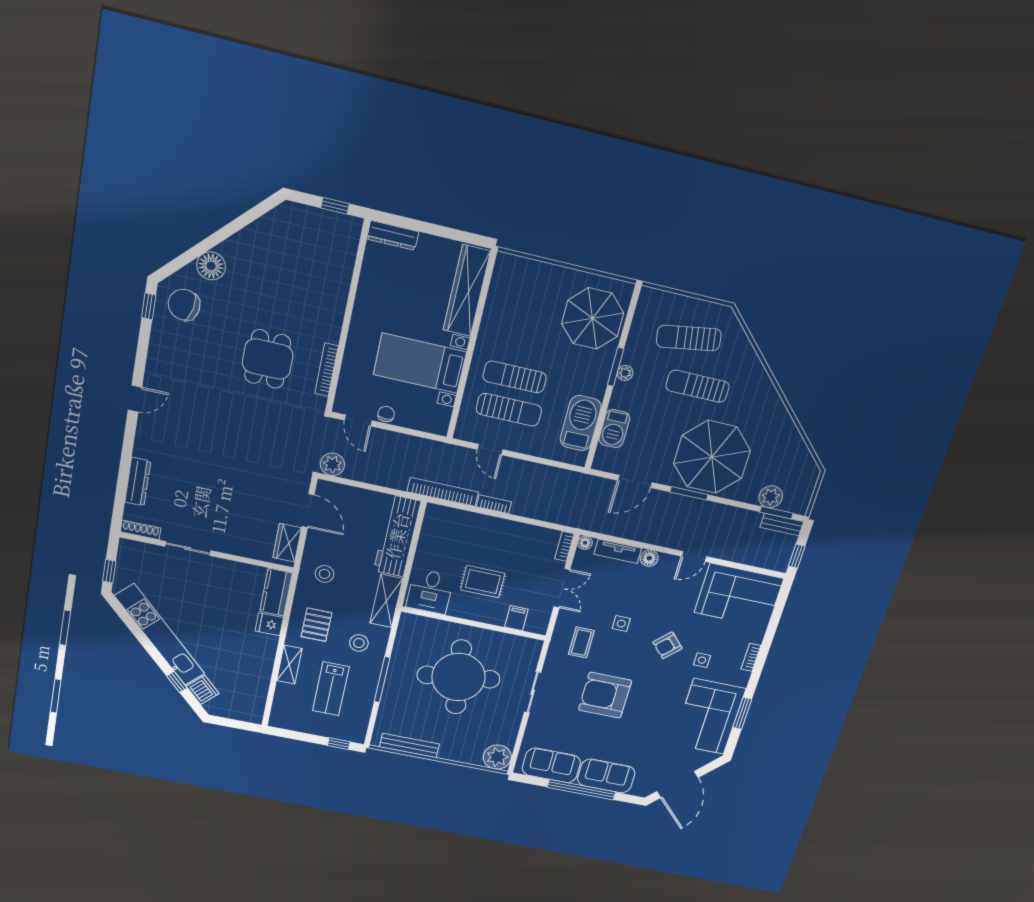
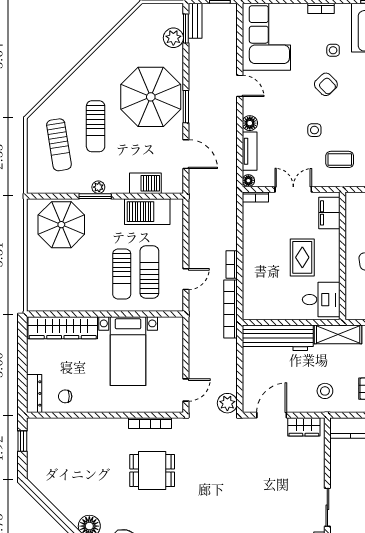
chair: (386, 414) -> (65, 396), moved
filing cabinet: (516, 618) -> (329, 213), width x2.00

